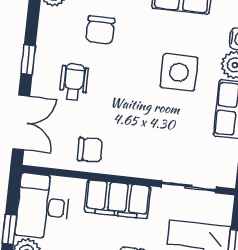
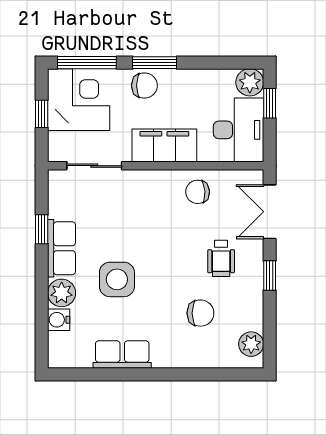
chair: (100, 30) -> (200, 313), turned 90

